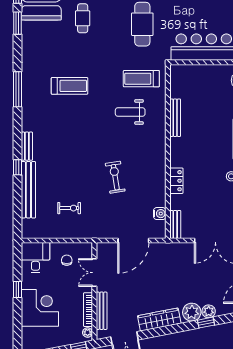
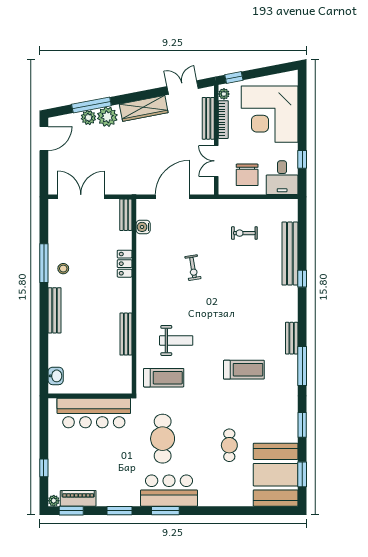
window: (18, 23) -> (302, 425), moved
treadmill: (70, 86) -> (244, 370), turned 180
bench: (27, 146) -> (292, 338), moved
exercise bike: (115, 177) -> (193, 268), width x0.73, depth x0.72
chair: (67, 260) -> (247, 175), width x1.87, depth x1.87
double door: (94, 273) -> (216, 161), swing flipped
window: (18, 290) -> (302, 159), moved
corner desk: (40, 308) -> (270, 114), width x1.36, depth x1.36
window: (206, 323) -> (91, 105), width x2.17

